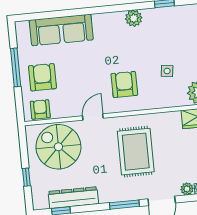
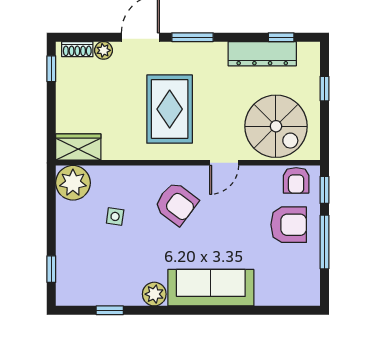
sofa: (61, 30) -> (211, 288), moved
armchair: (42, 77) -> (289, 225), turned -90
armchair: (124, 84) -> (176, 204), turned -53
window: (19, 105) -> (324, 190), added

